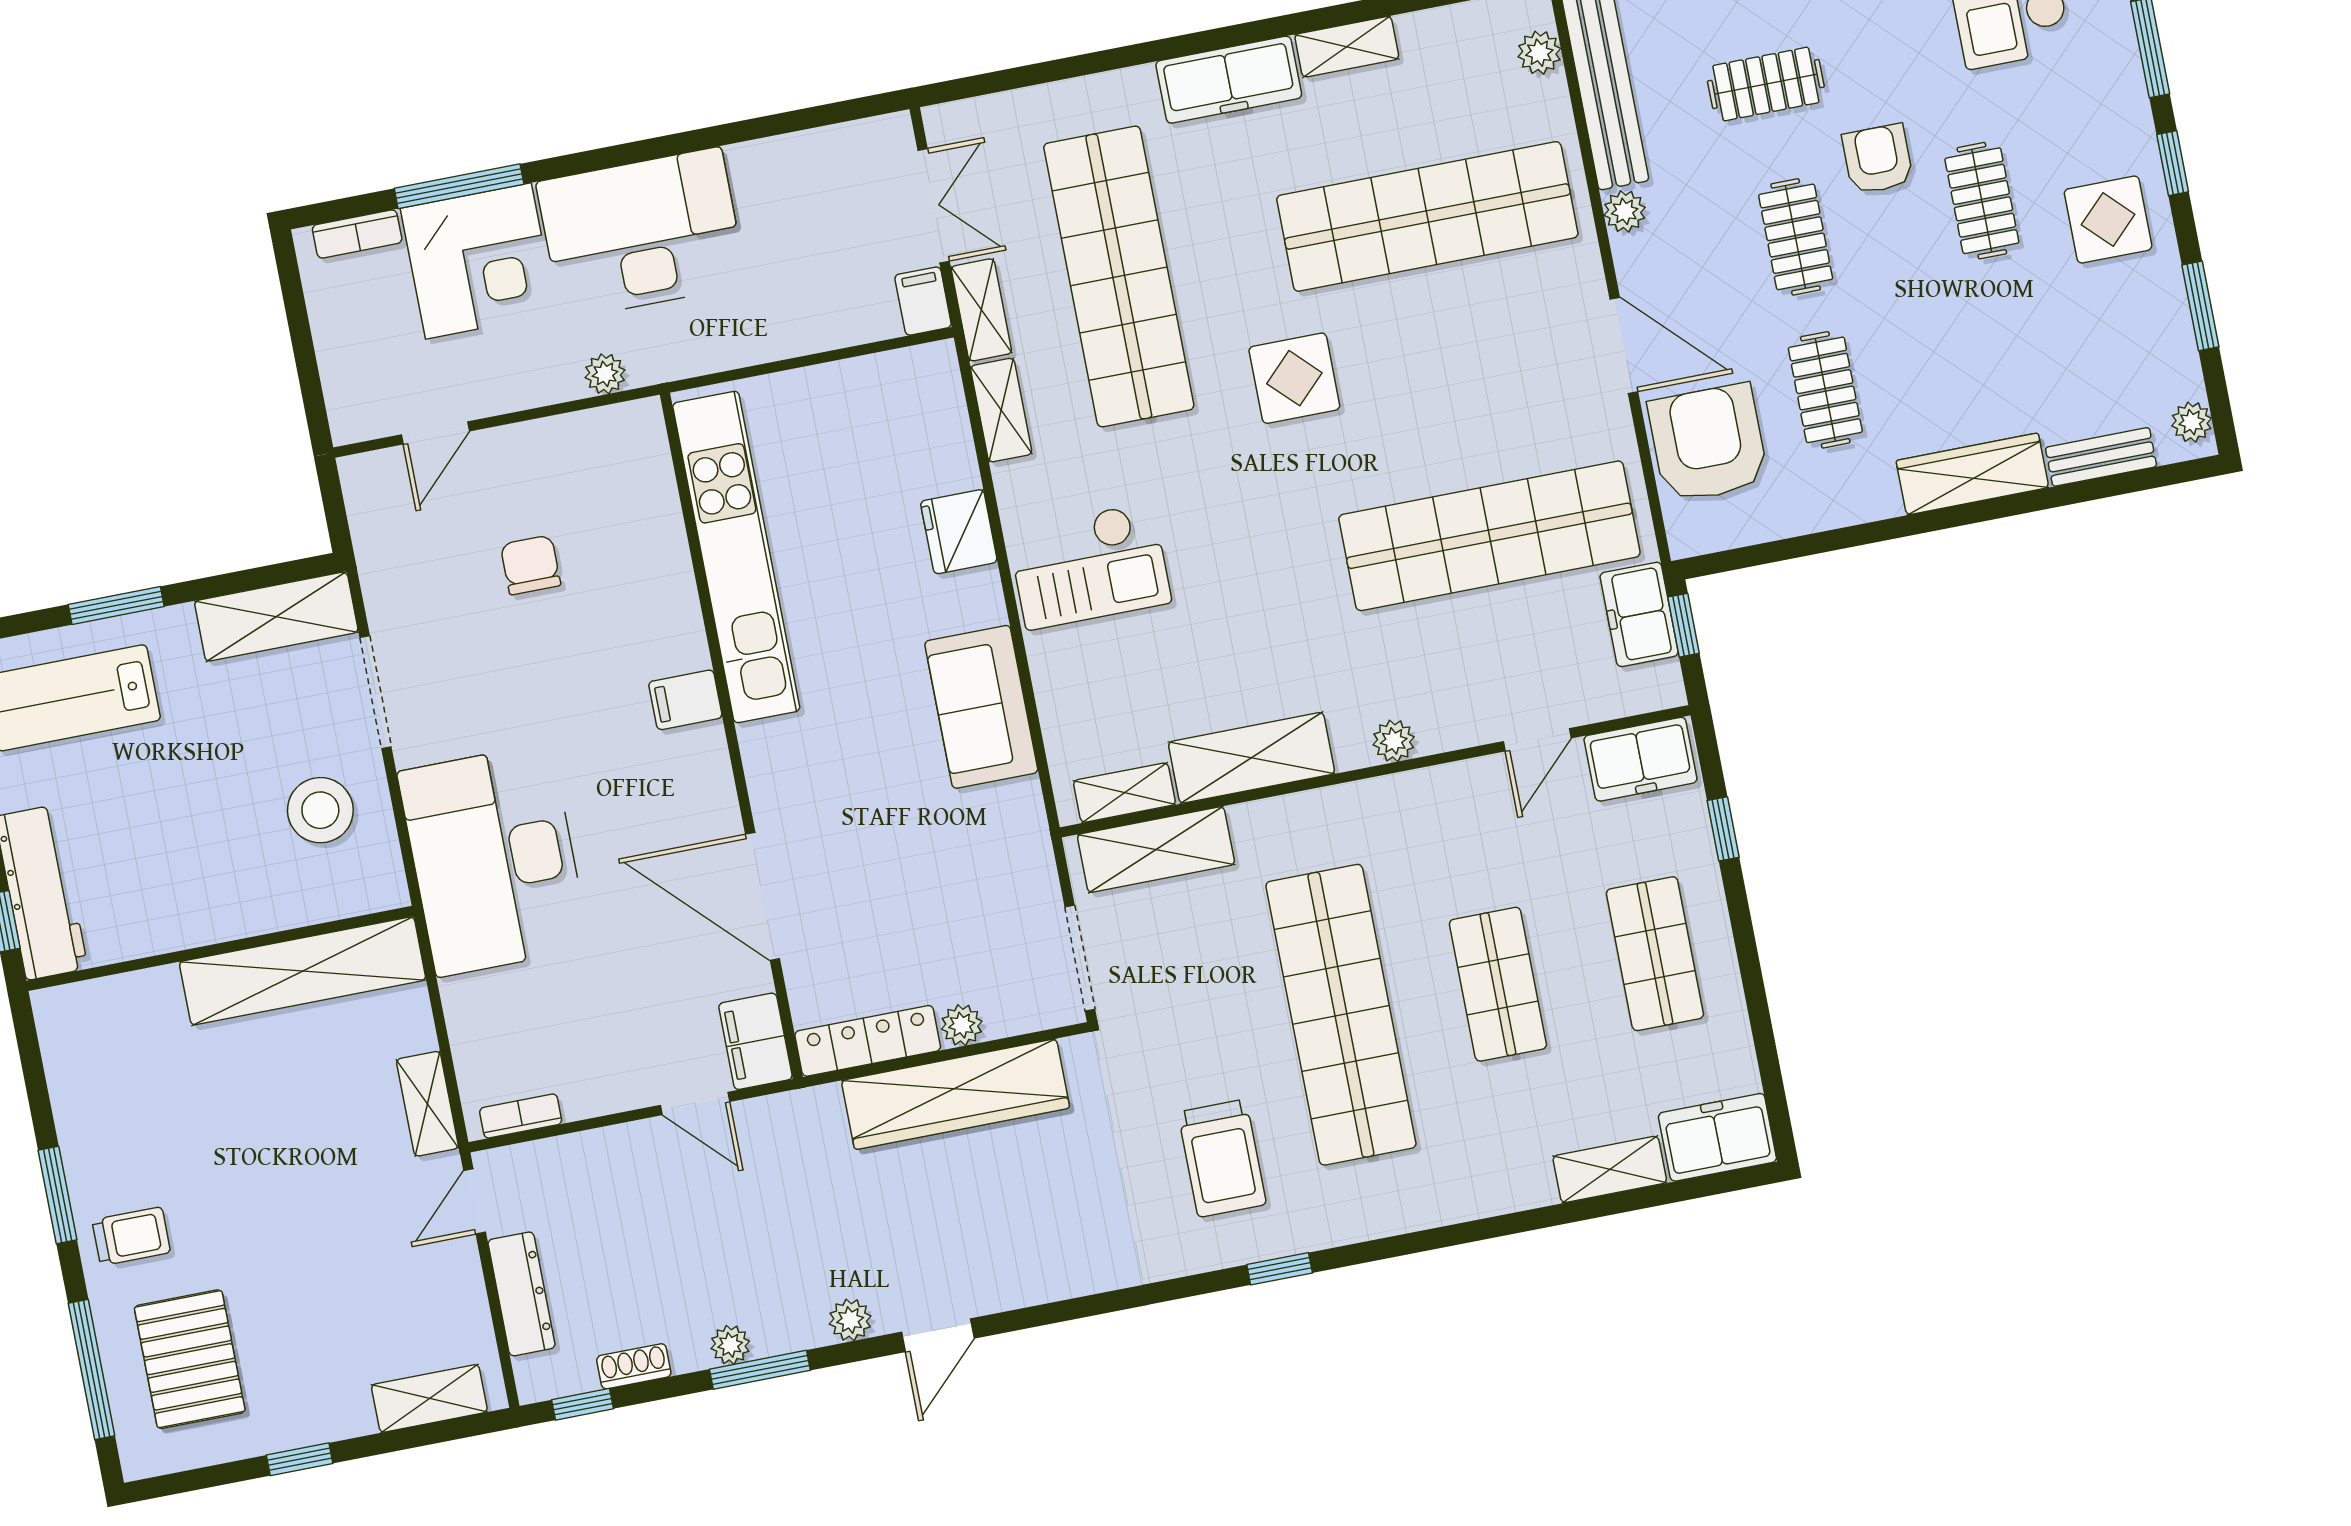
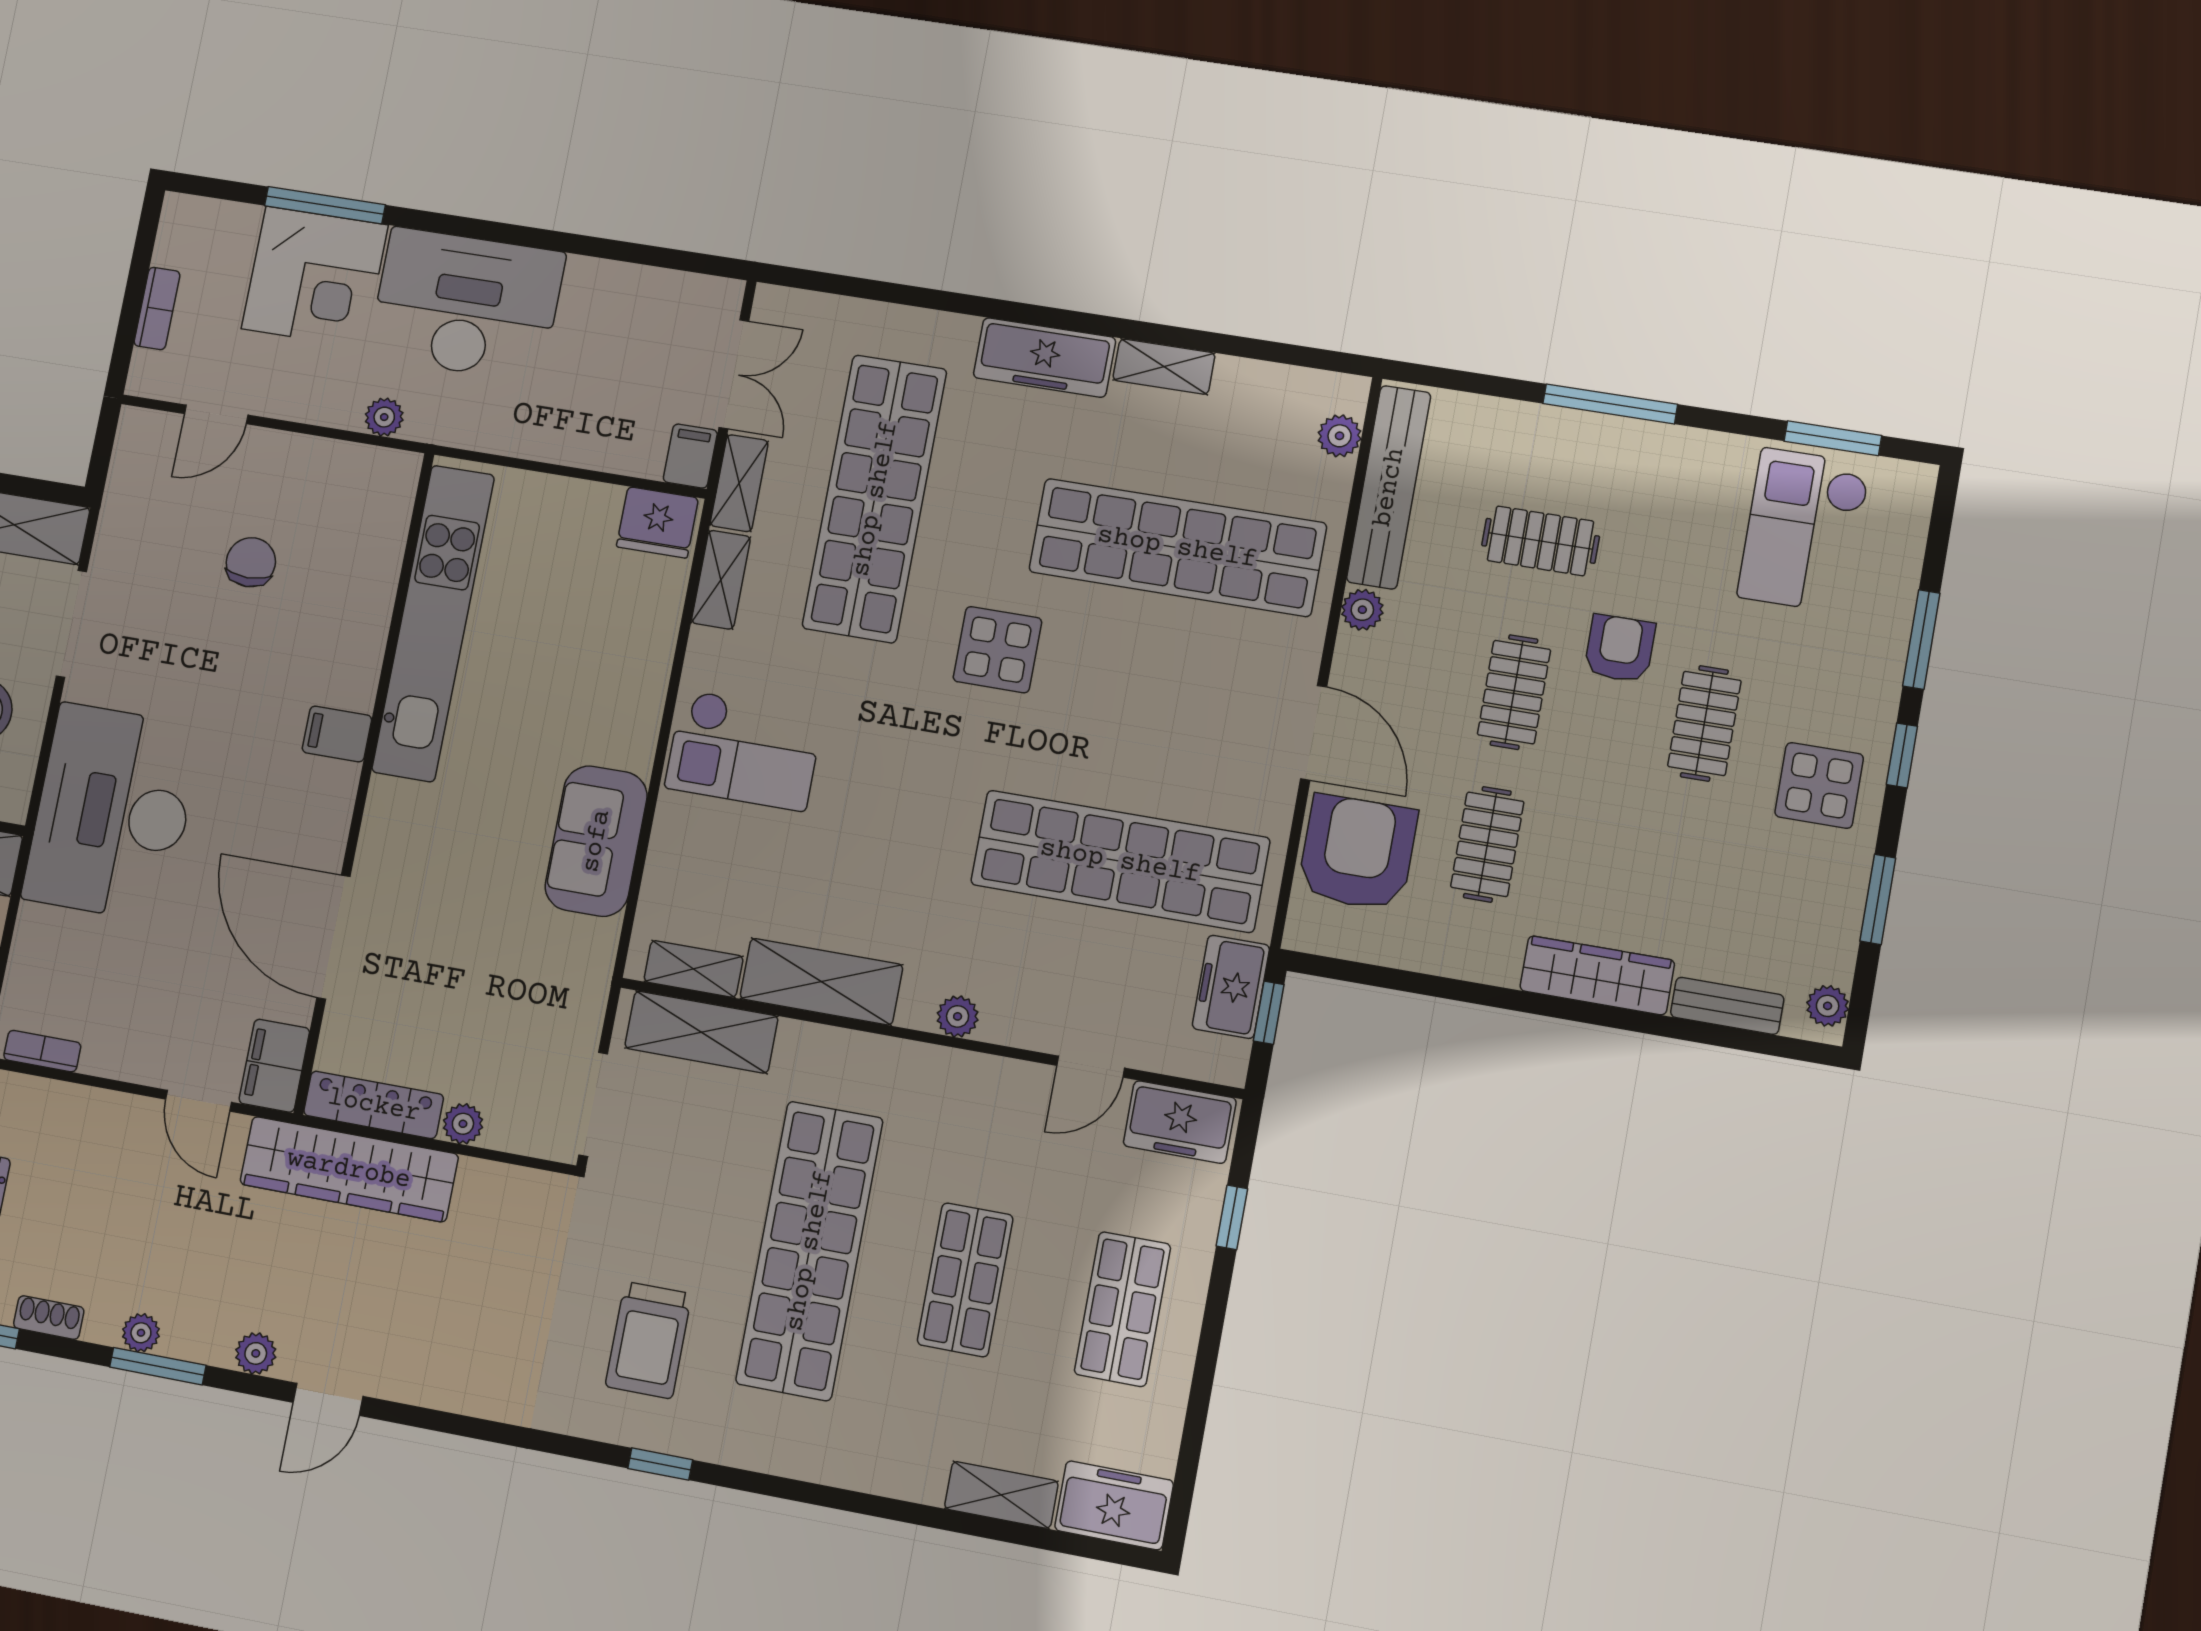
bookcase: (357, 234) -> (157, 309), moved, turned -90
fridge: (959, 532) -> (657, 522), moved, turned -90
wardrobe: (956, 1094) -> (349, 1169), moved

